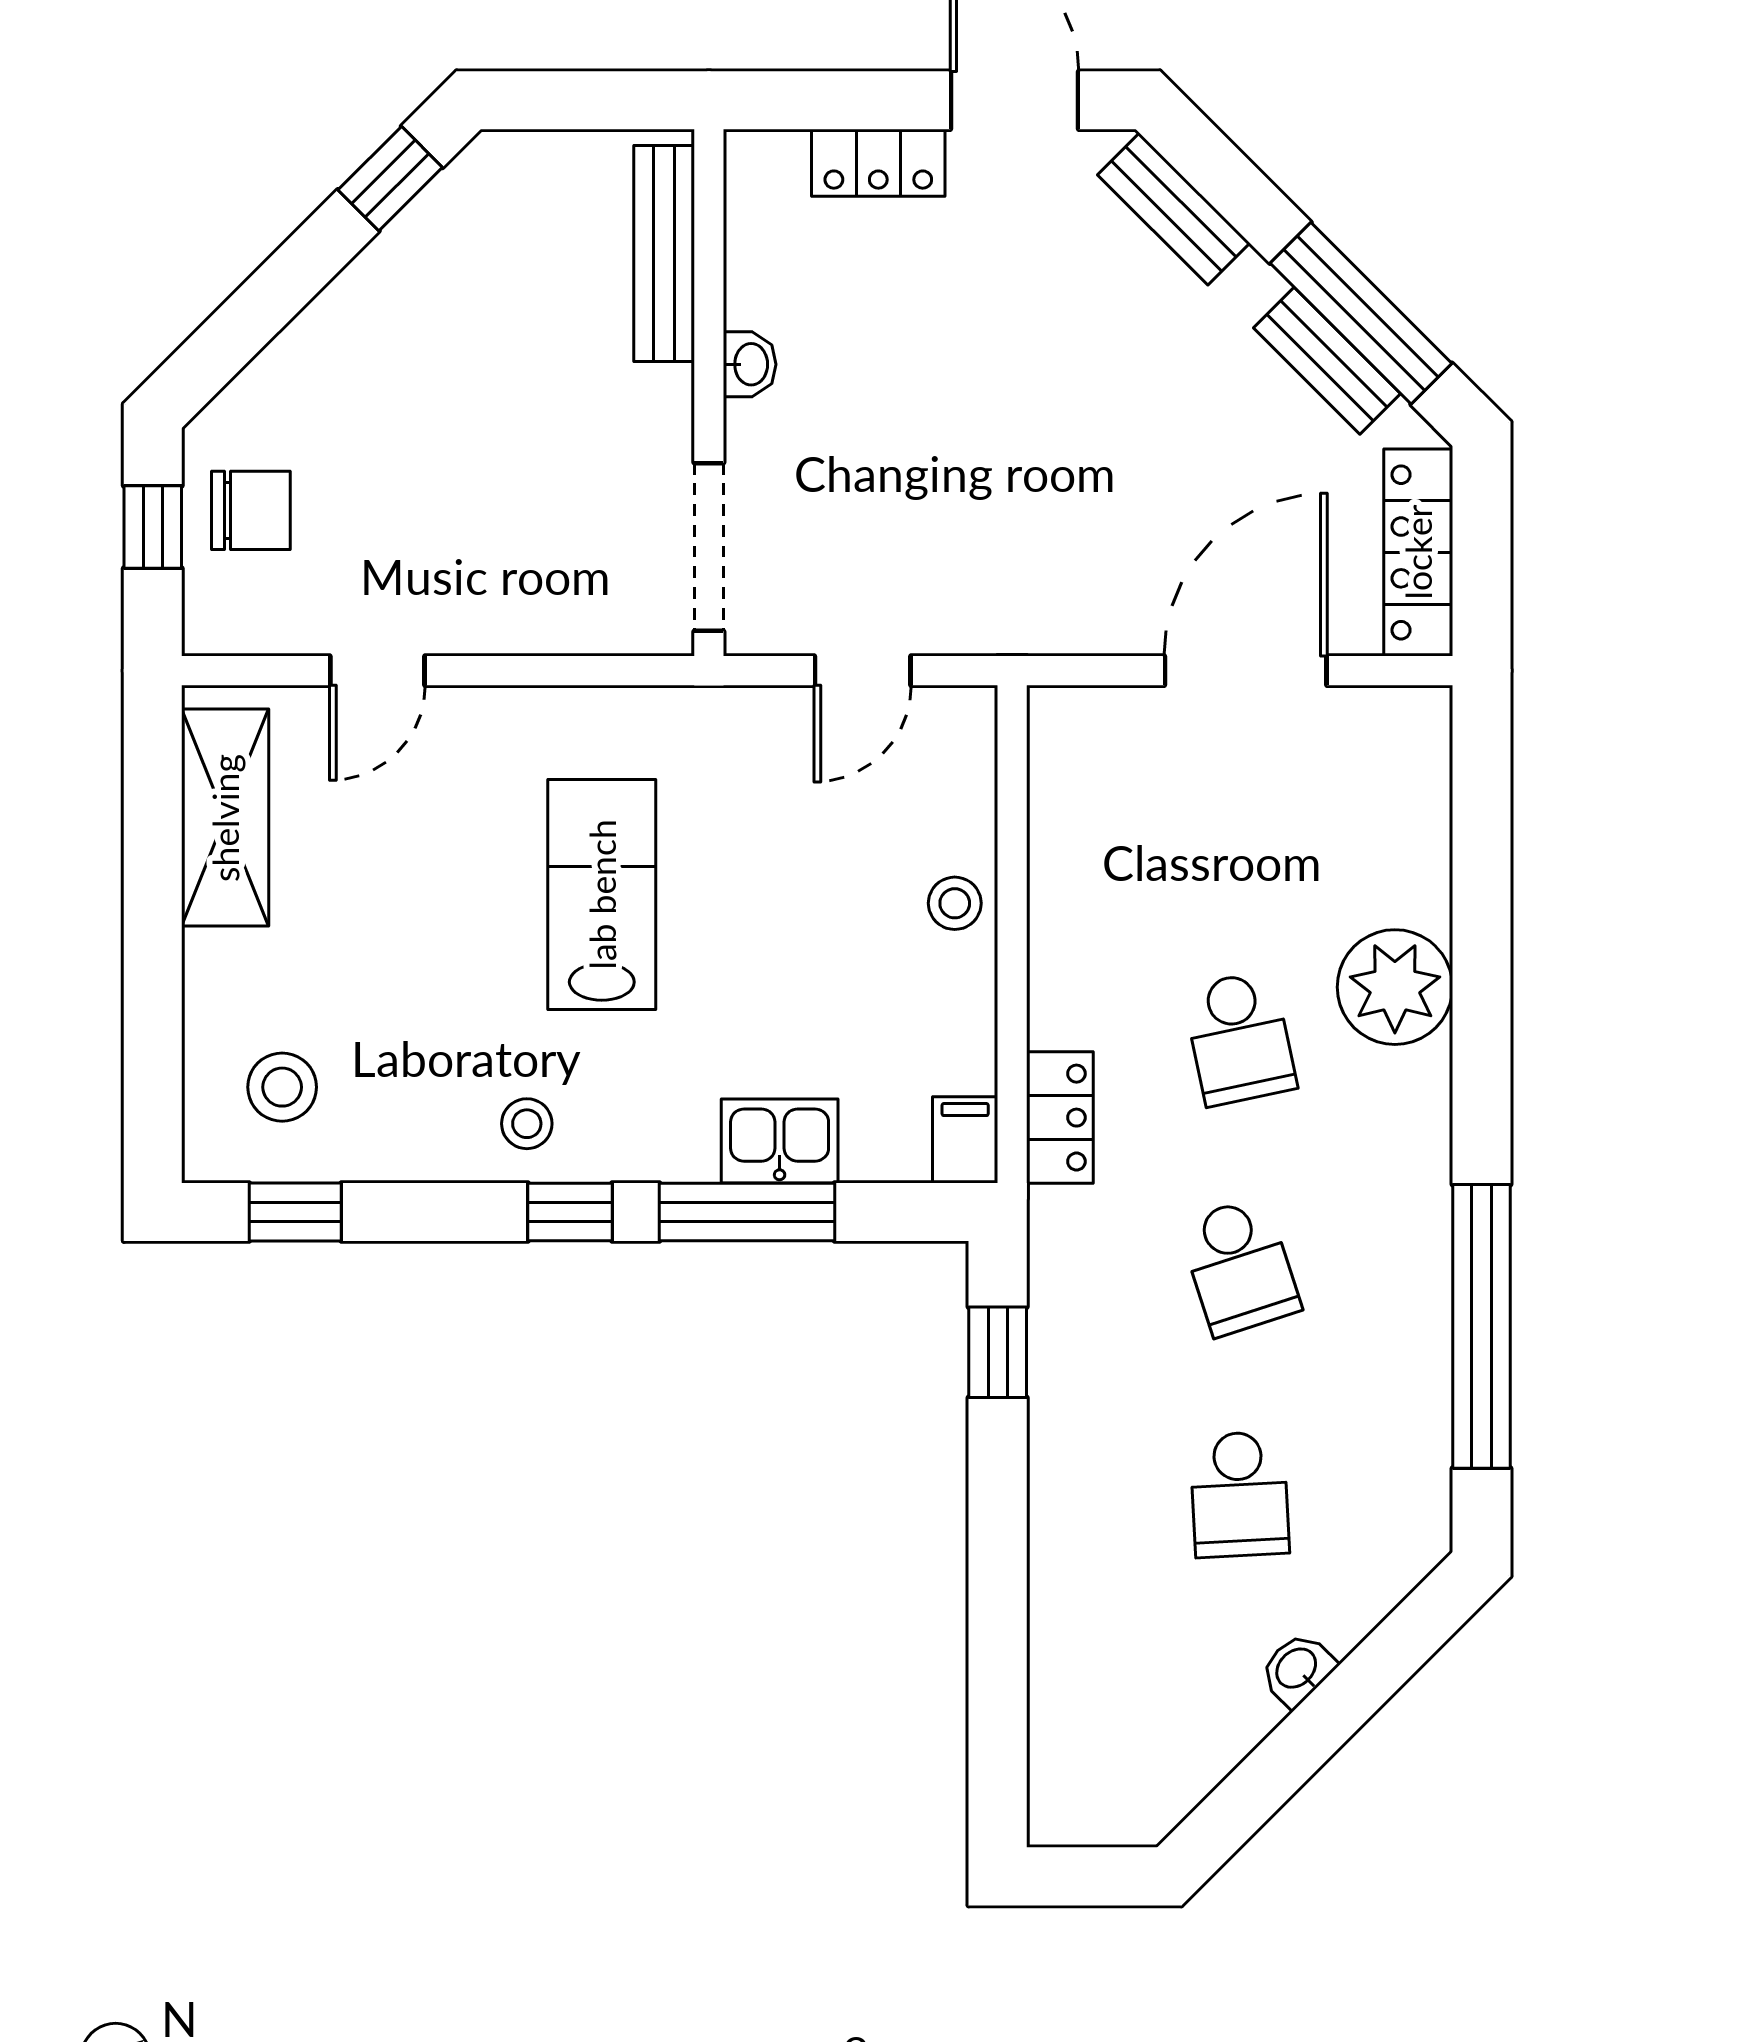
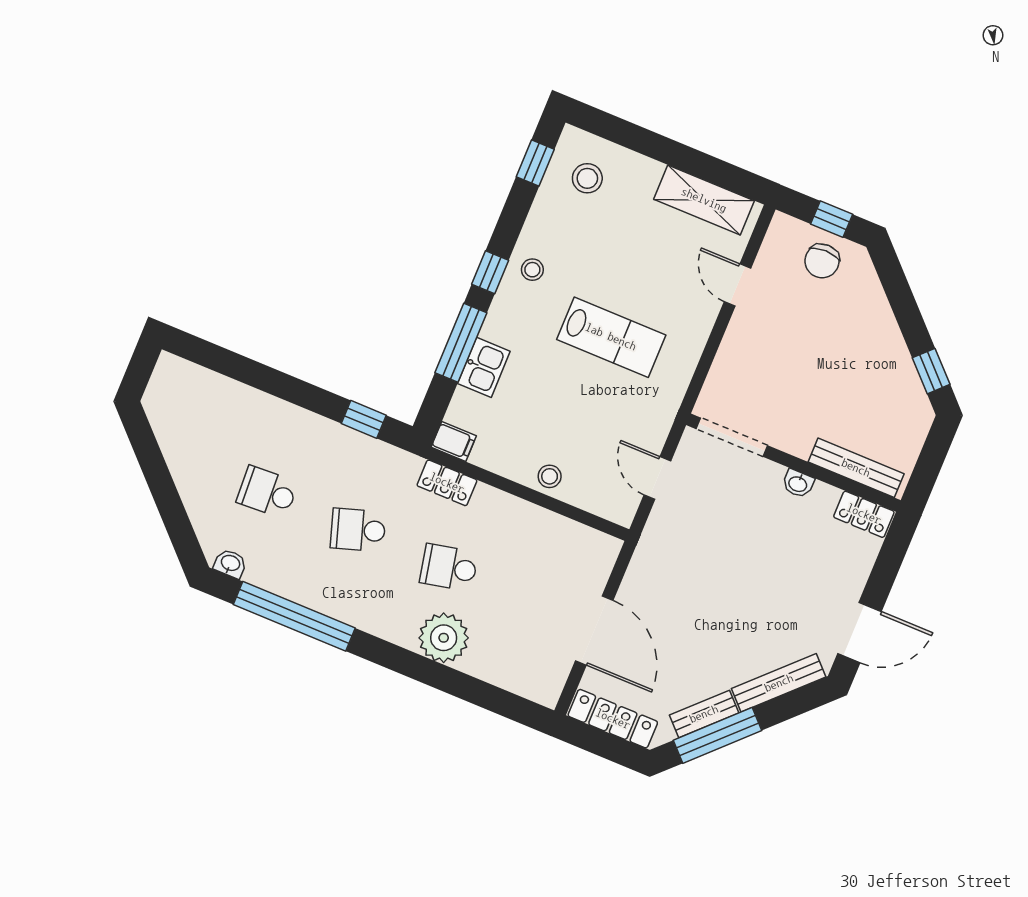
locker: (878, 163) -> (864, 514), moved, turned -90
bench: (1174, 209) -> (779, 683), width x1.36
washbasin: (1297, 1669) -> (230, 564), moved, turned -45

